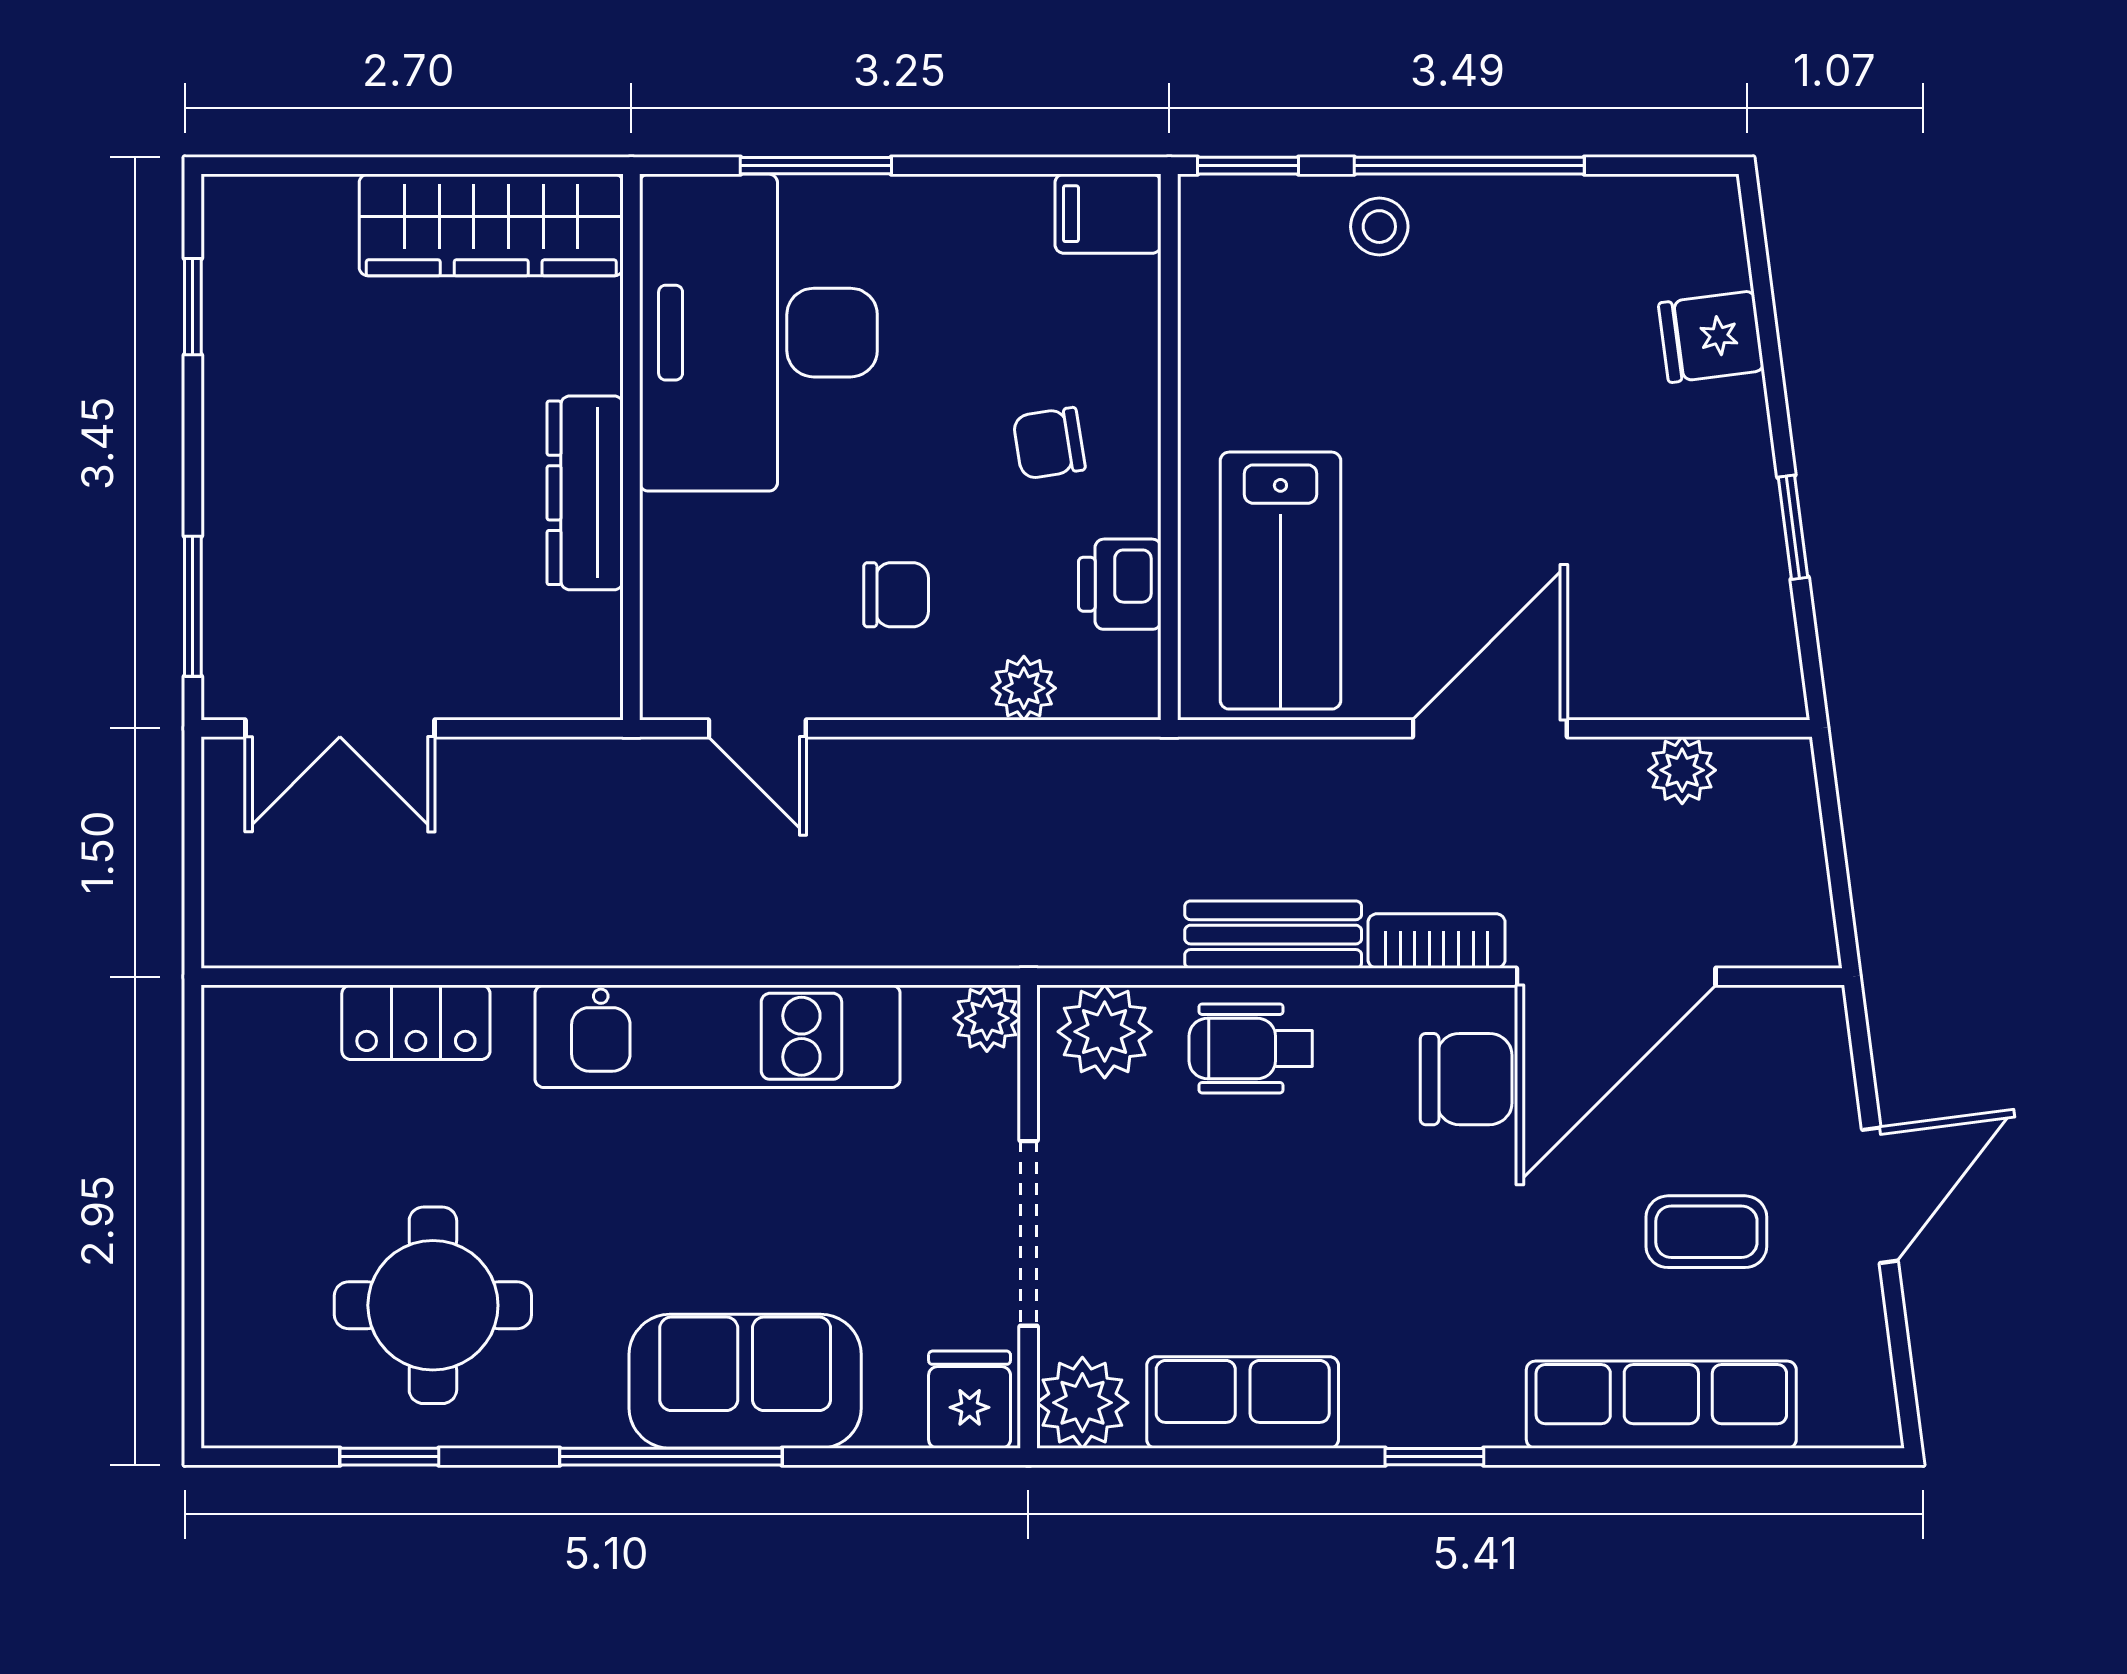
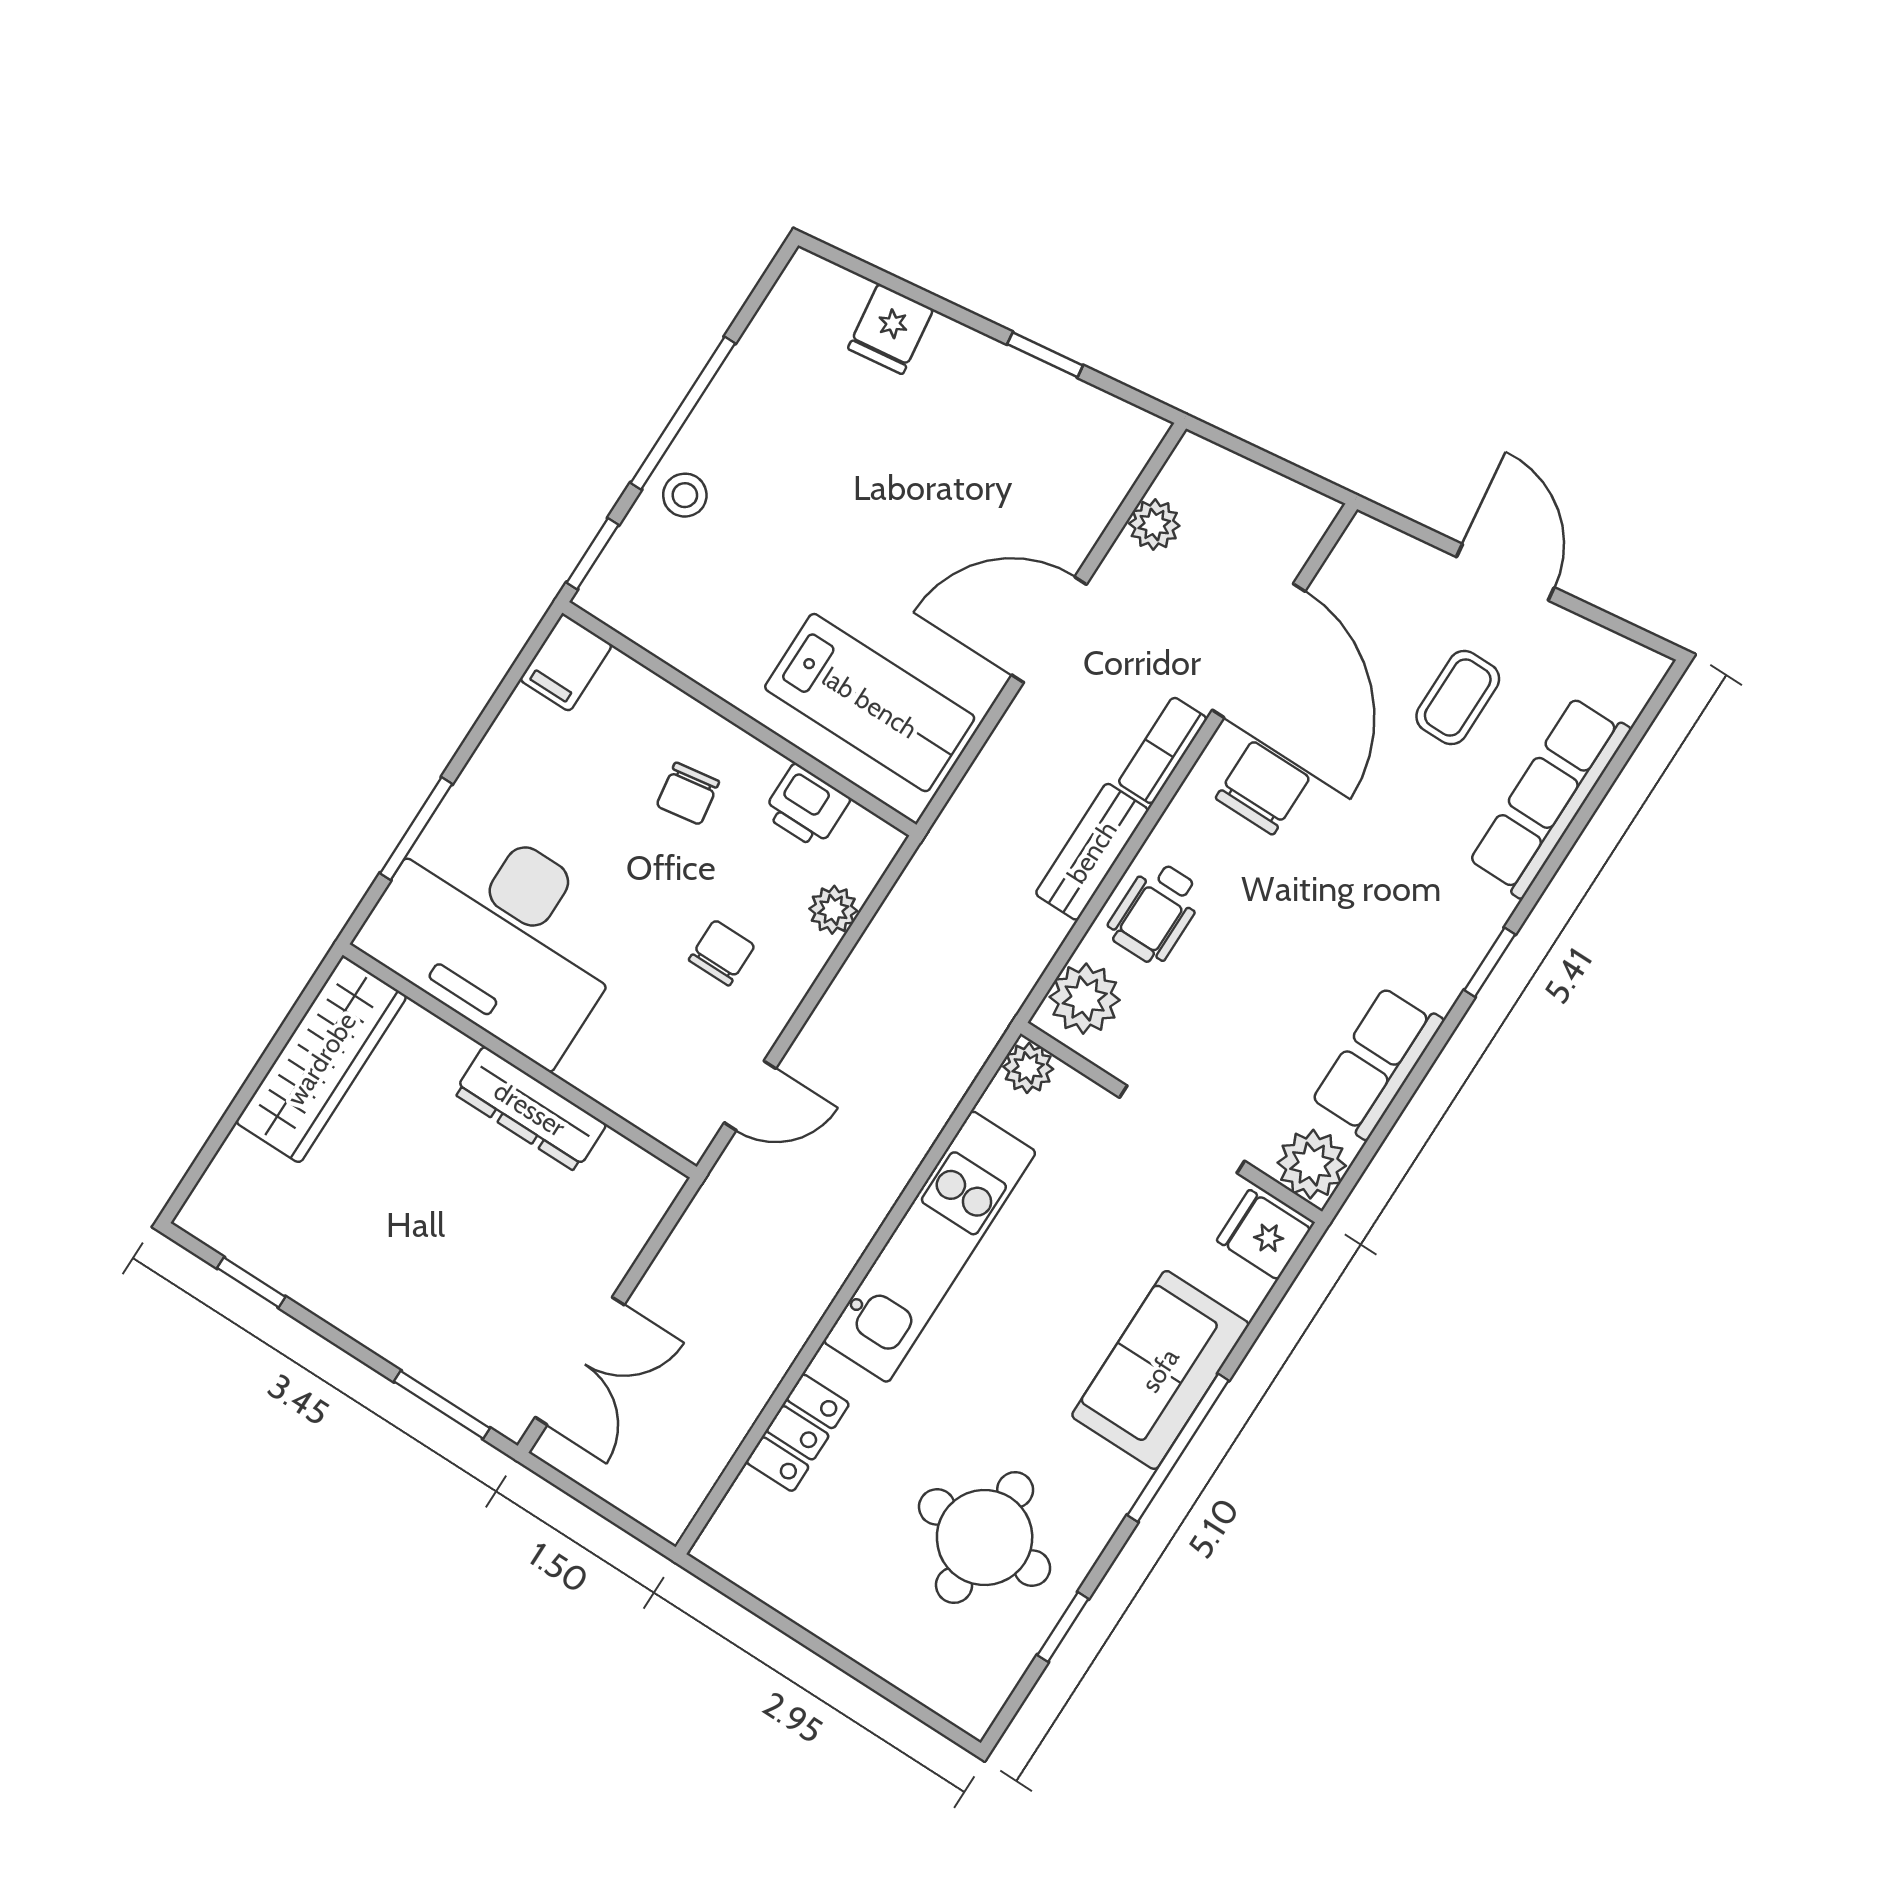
door: (1490, 728) -> (1049, 630), hinge flipped

